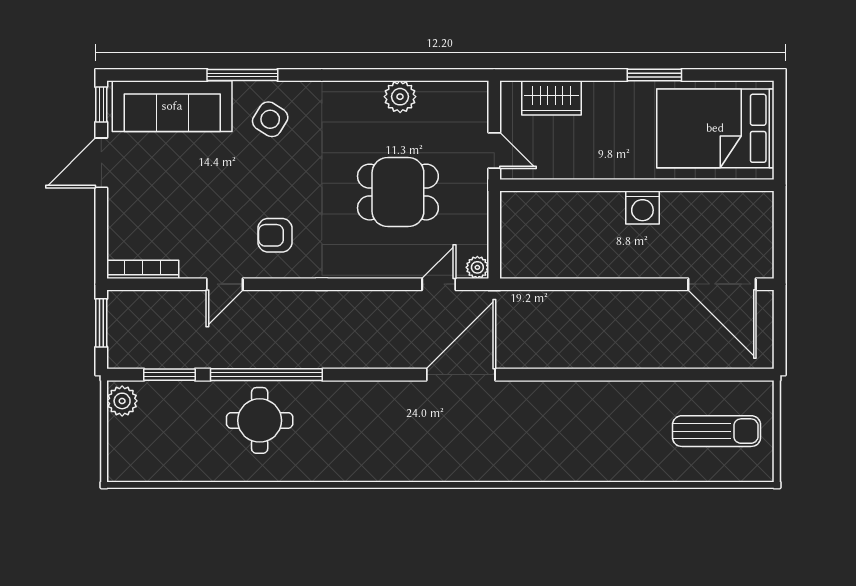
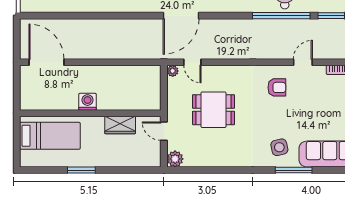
plant: (400, 97) -> (175, 159), moved
wardrobe: (552, 98) -> (120, 125), moved, turned 180
side table: (270, 119) -> (279, 147), turned 45
bed: (715, 128) -> (50, 136), width x0.67
door: (439, 284) -> (192, 62), hinge flipped

